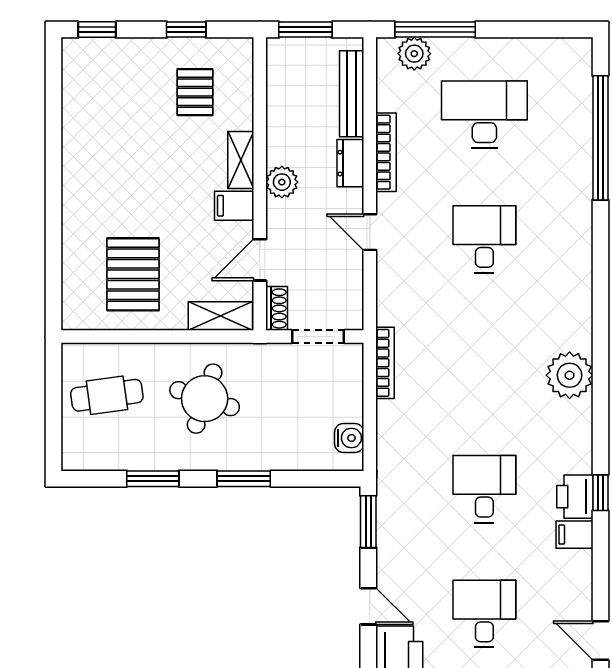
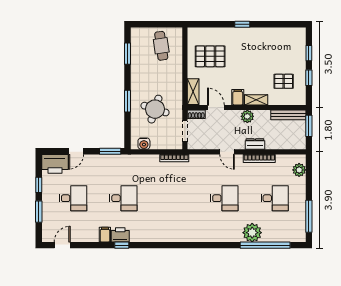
window: (97, 30) -> (309, 53), moved
window: (435, 30) -> (309, 216), moved
bench: (352, 94) -> (288, 115), moved
desk: (484, 114) -> (275, 198), width x0.73
window: (54, 194) -> (242, 24), added
door: (370, 232) -> (227, 152), swing flipped
plant: (570, 375) -> (252, 233), moved
round table: (205, 399) -> (155, 109), moved
window: (153, 479) -> (128, 54), moved

